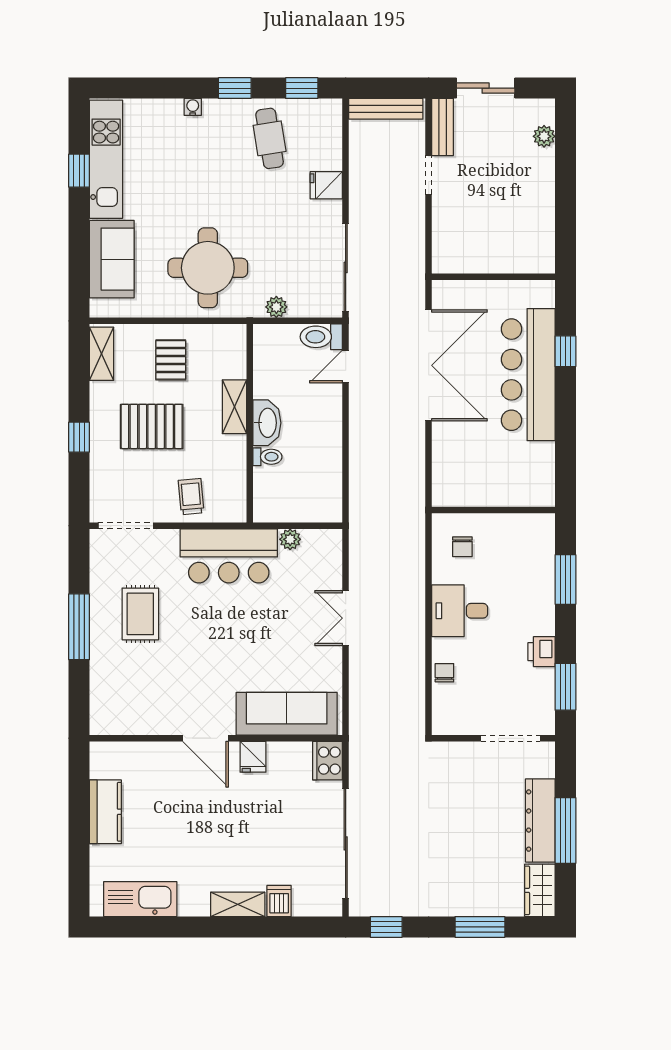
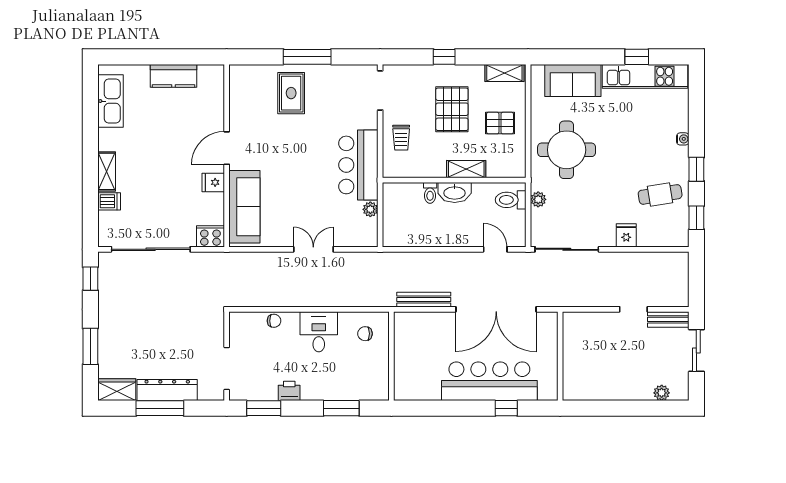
bench: (386, 109) -> (424, 300), moved, turned 90
toilet: (321, 337) -> (511, 200), moved, turned -90
trolley: (191, 497) -> (401, 138), turned 95
rug: (140, 614) -> (291, 93), moved, turned 90

